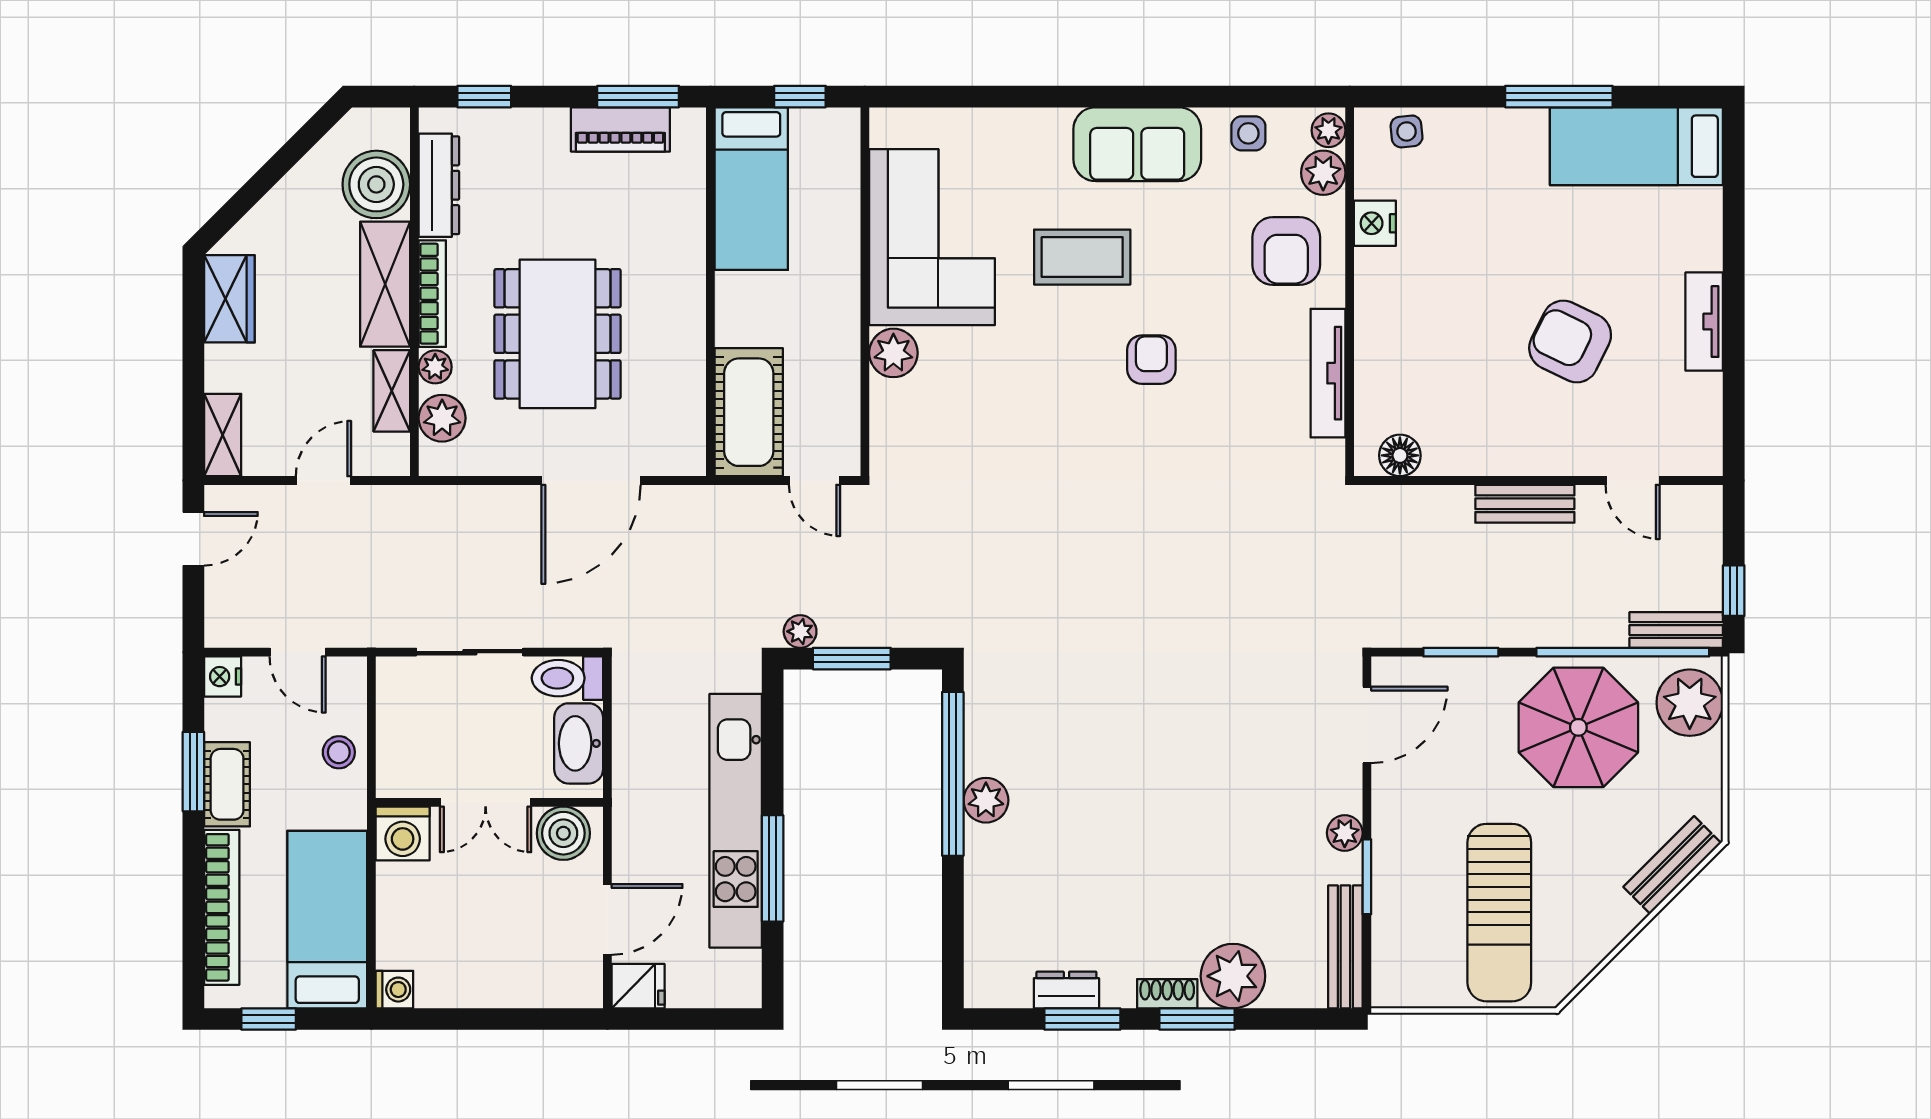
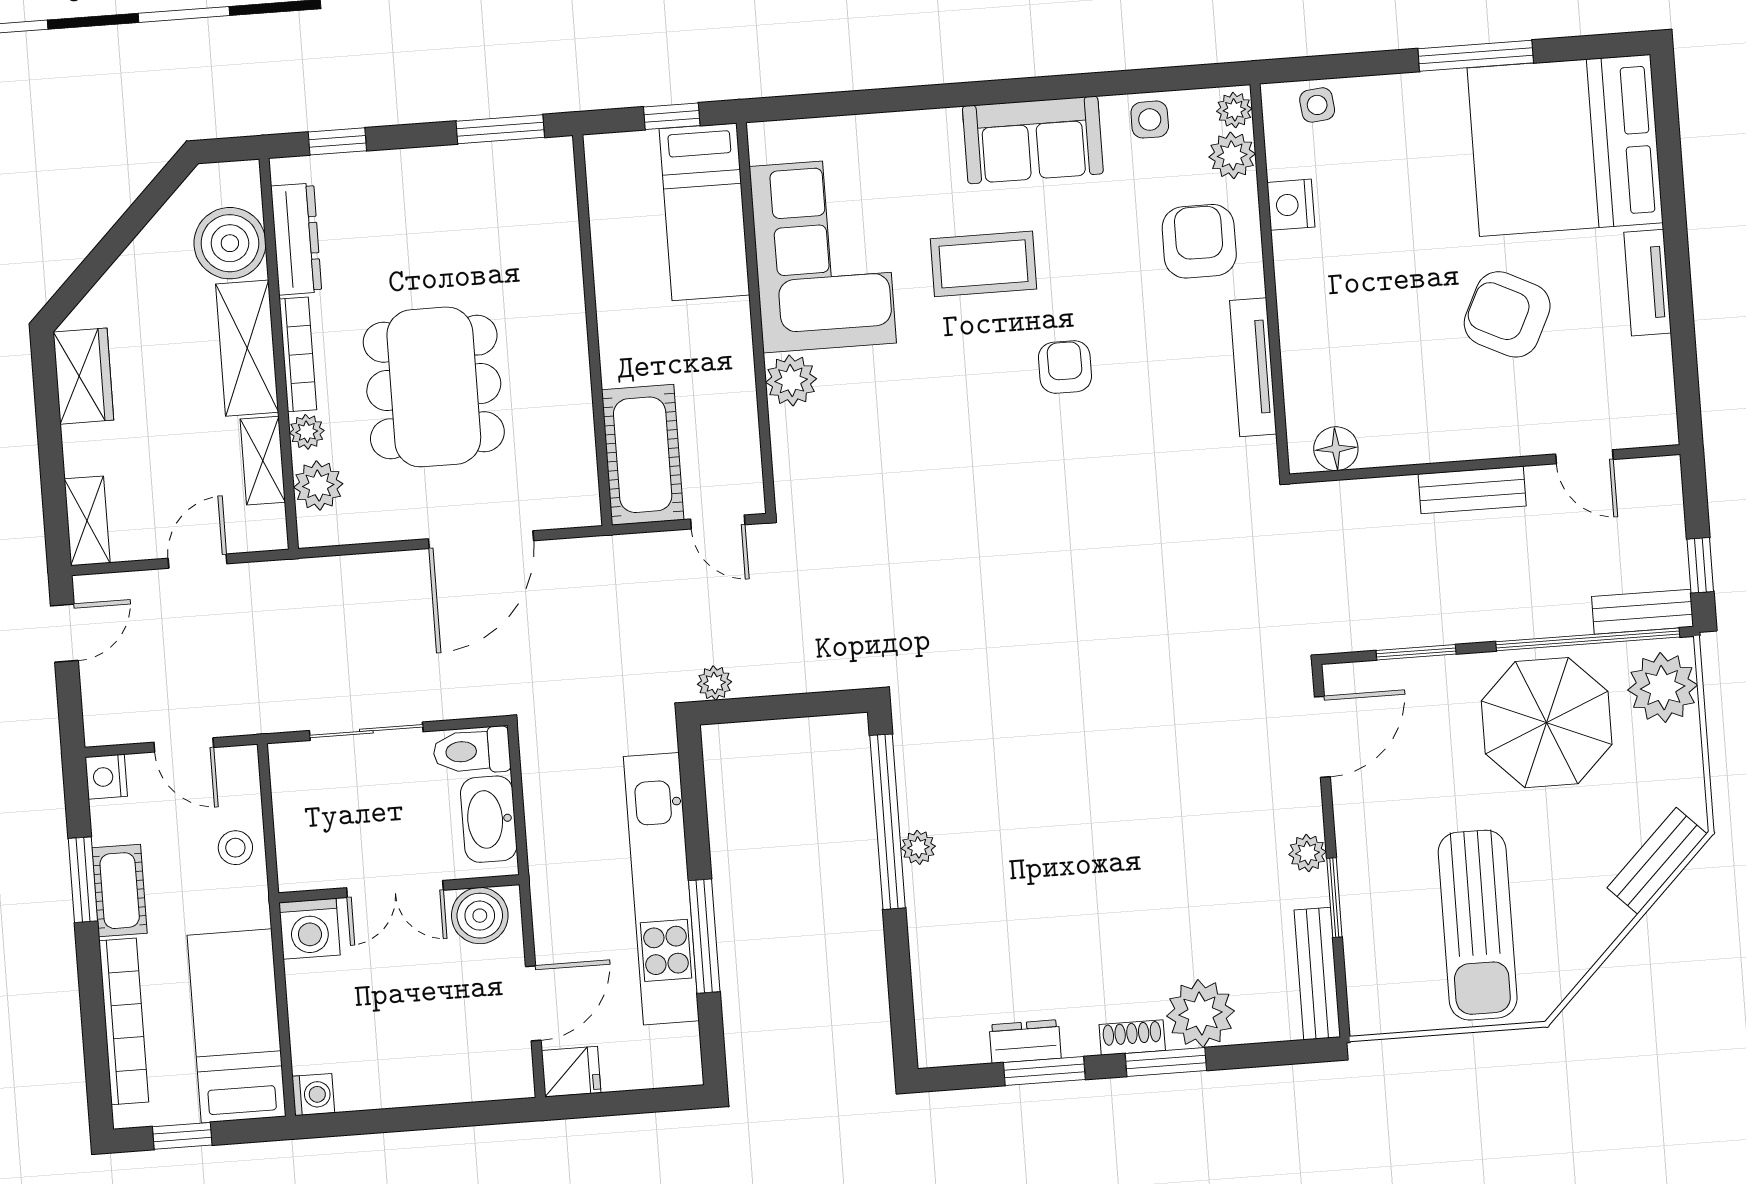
piano: (620, 129) -> (484, 165), removed
bed: (1636, 146) -> (1565, 145), width x2.04
bed: (751, 189) -> (704, 212), moved
armchair: (1286, 251) -> (1199, 241), turned 180
window: (852, 659) -> (771, 708), removed
plant: (986, 800) -> (918, 847), width x0.73, depth x0.73

